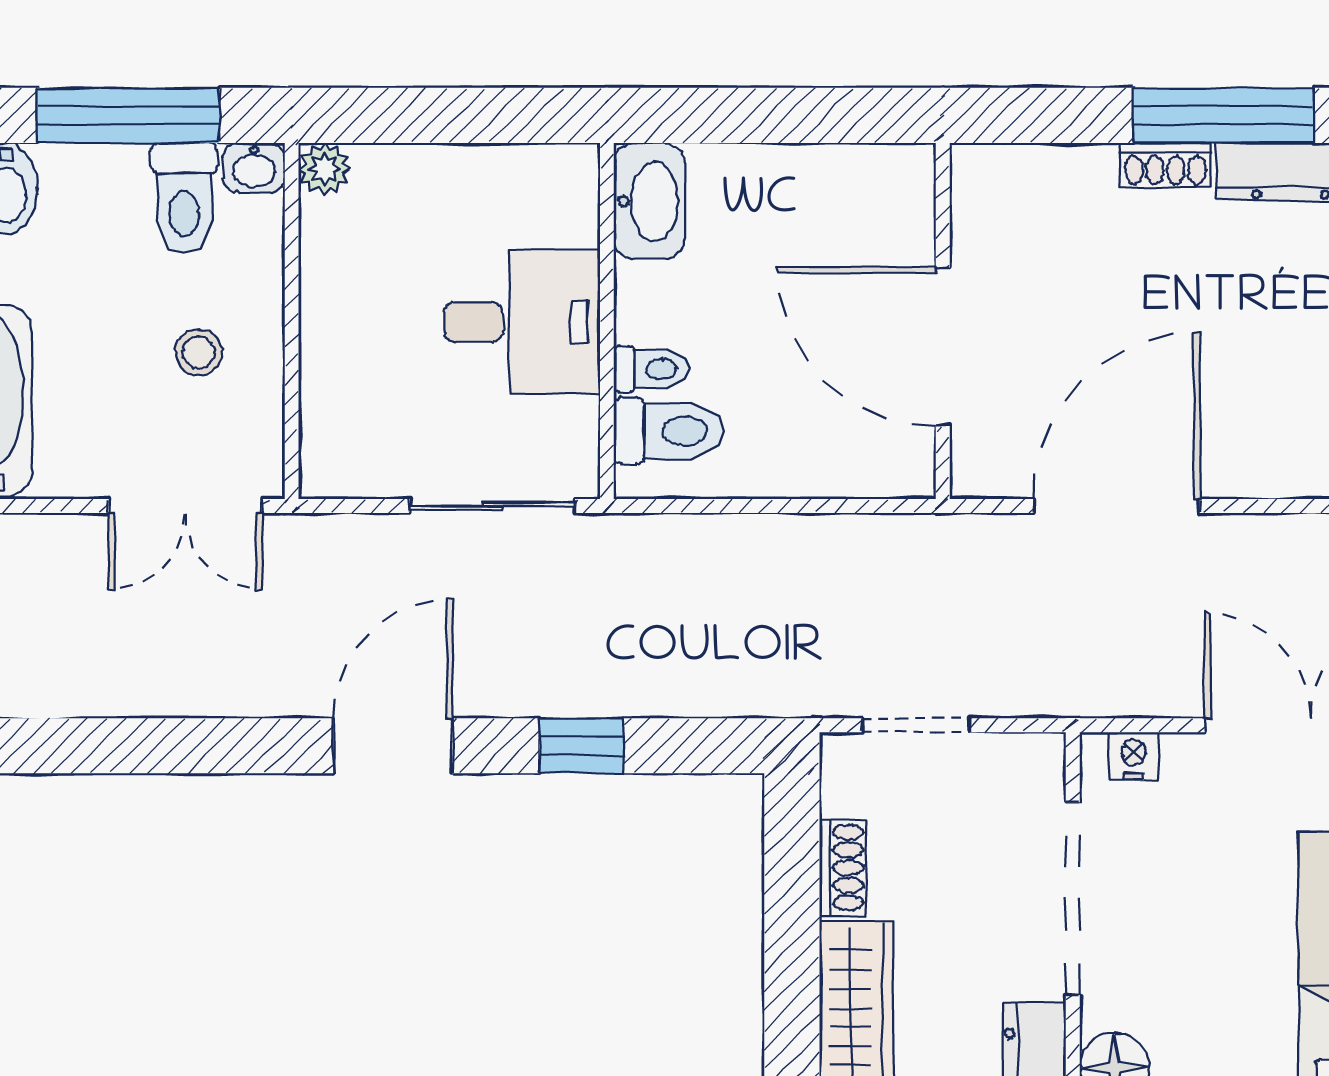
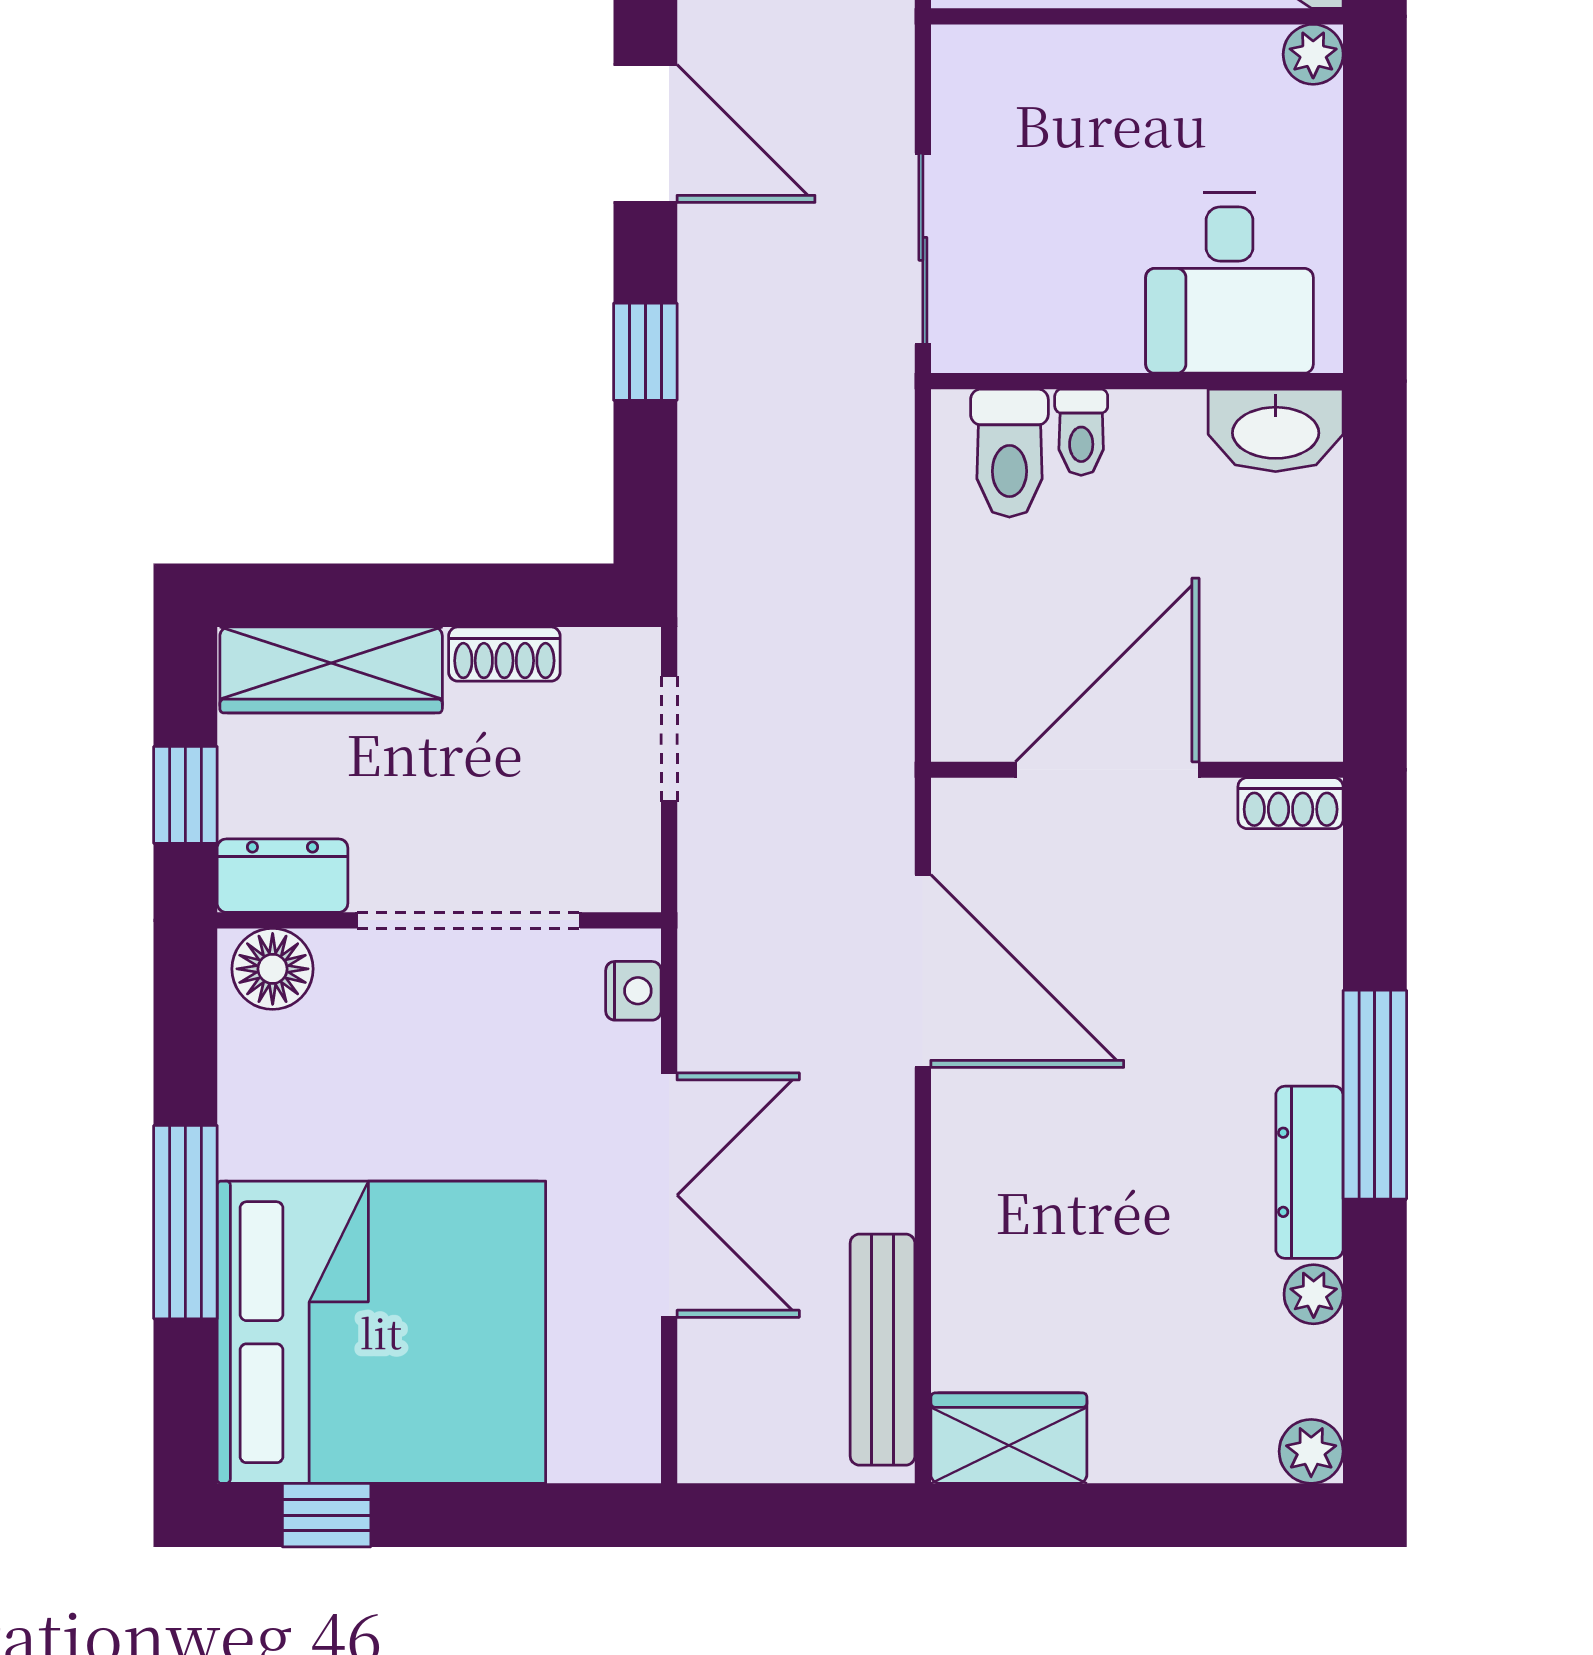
shoe rack: (1165, 165) -> (1291, 803), moved, turned -90
desk: (522, 322) -> (1230, 283), moved

